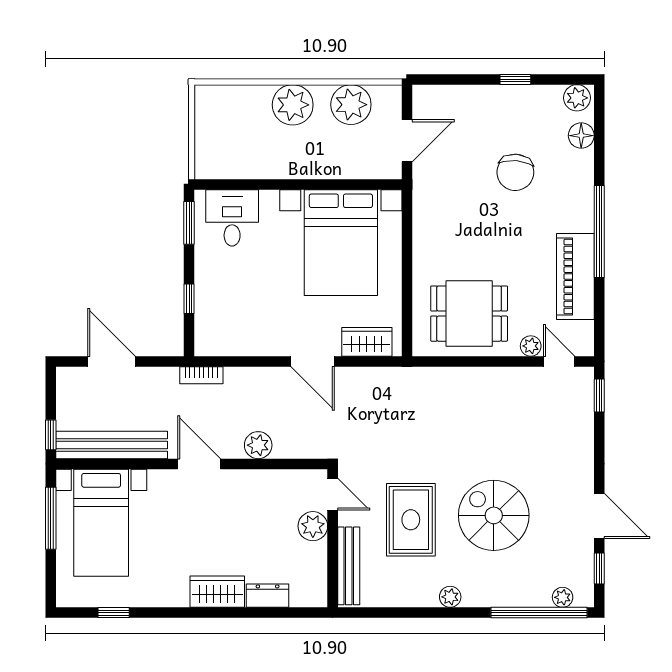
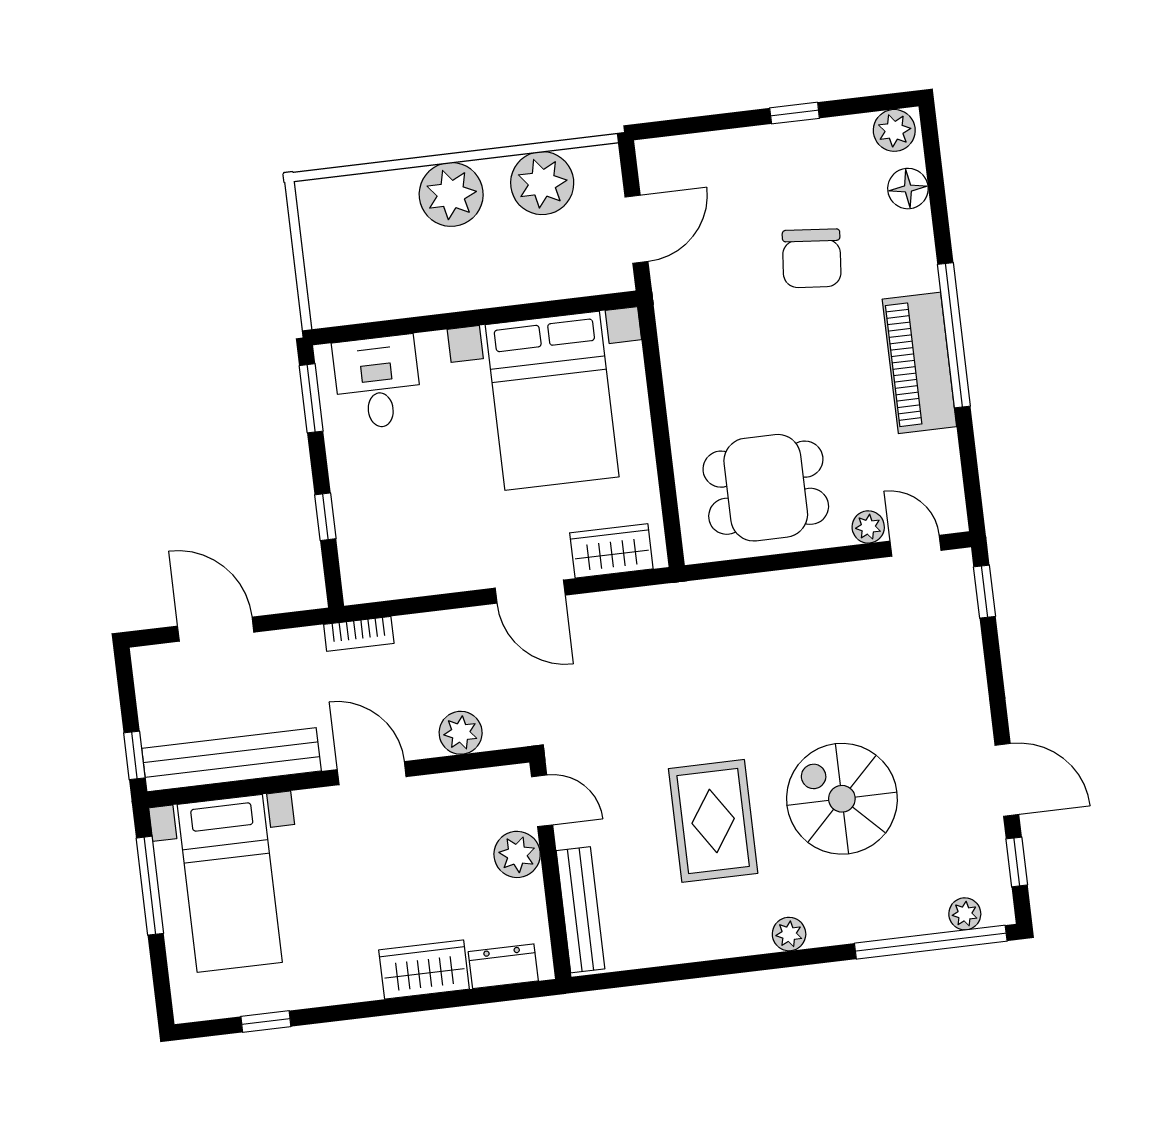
piano: (575, 276) -> (919, 363), moved
door: (333, 494) -> (542, 801), moved
plant: (313, 526) -> (517, 854), moved
wall: (333, 538) -> (550, 870), moved
bench: (349, 566) -> (581, 910), moved

